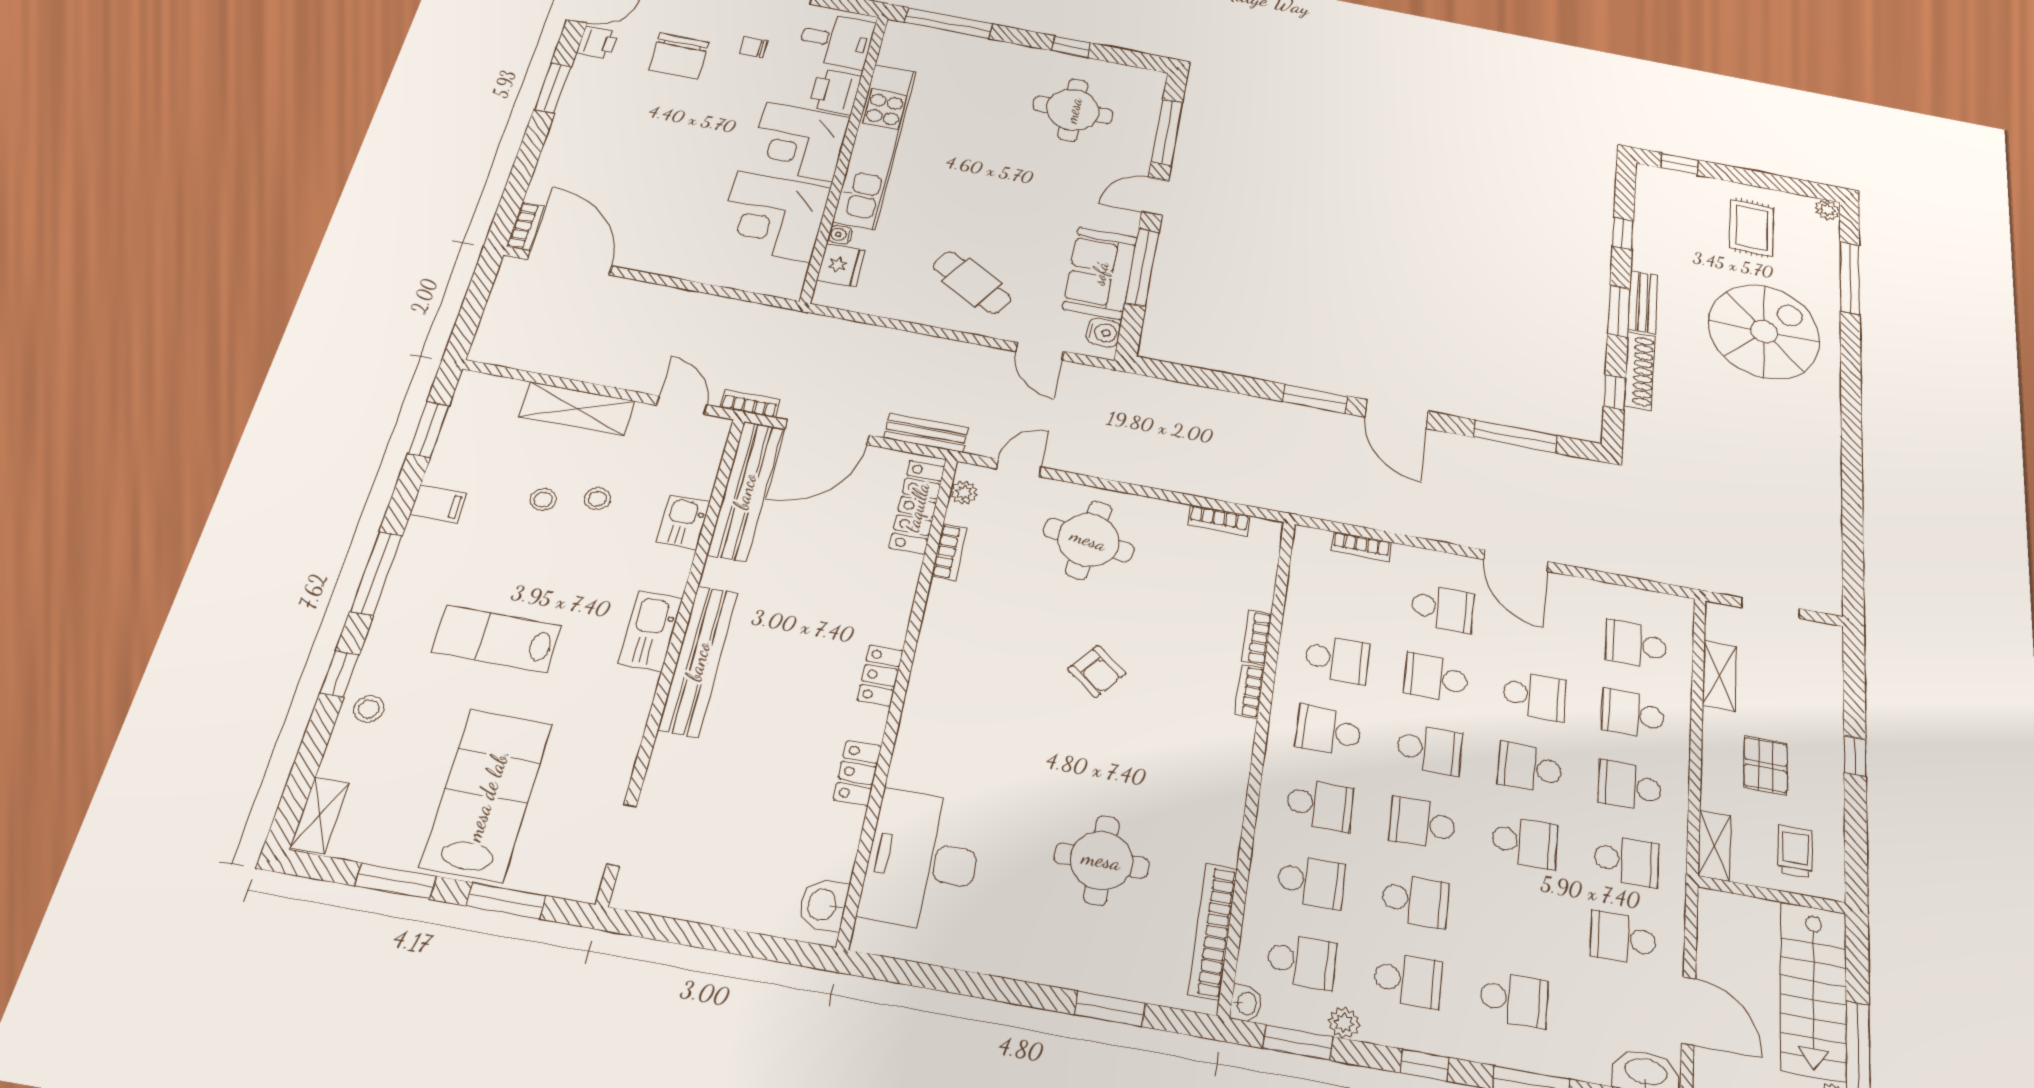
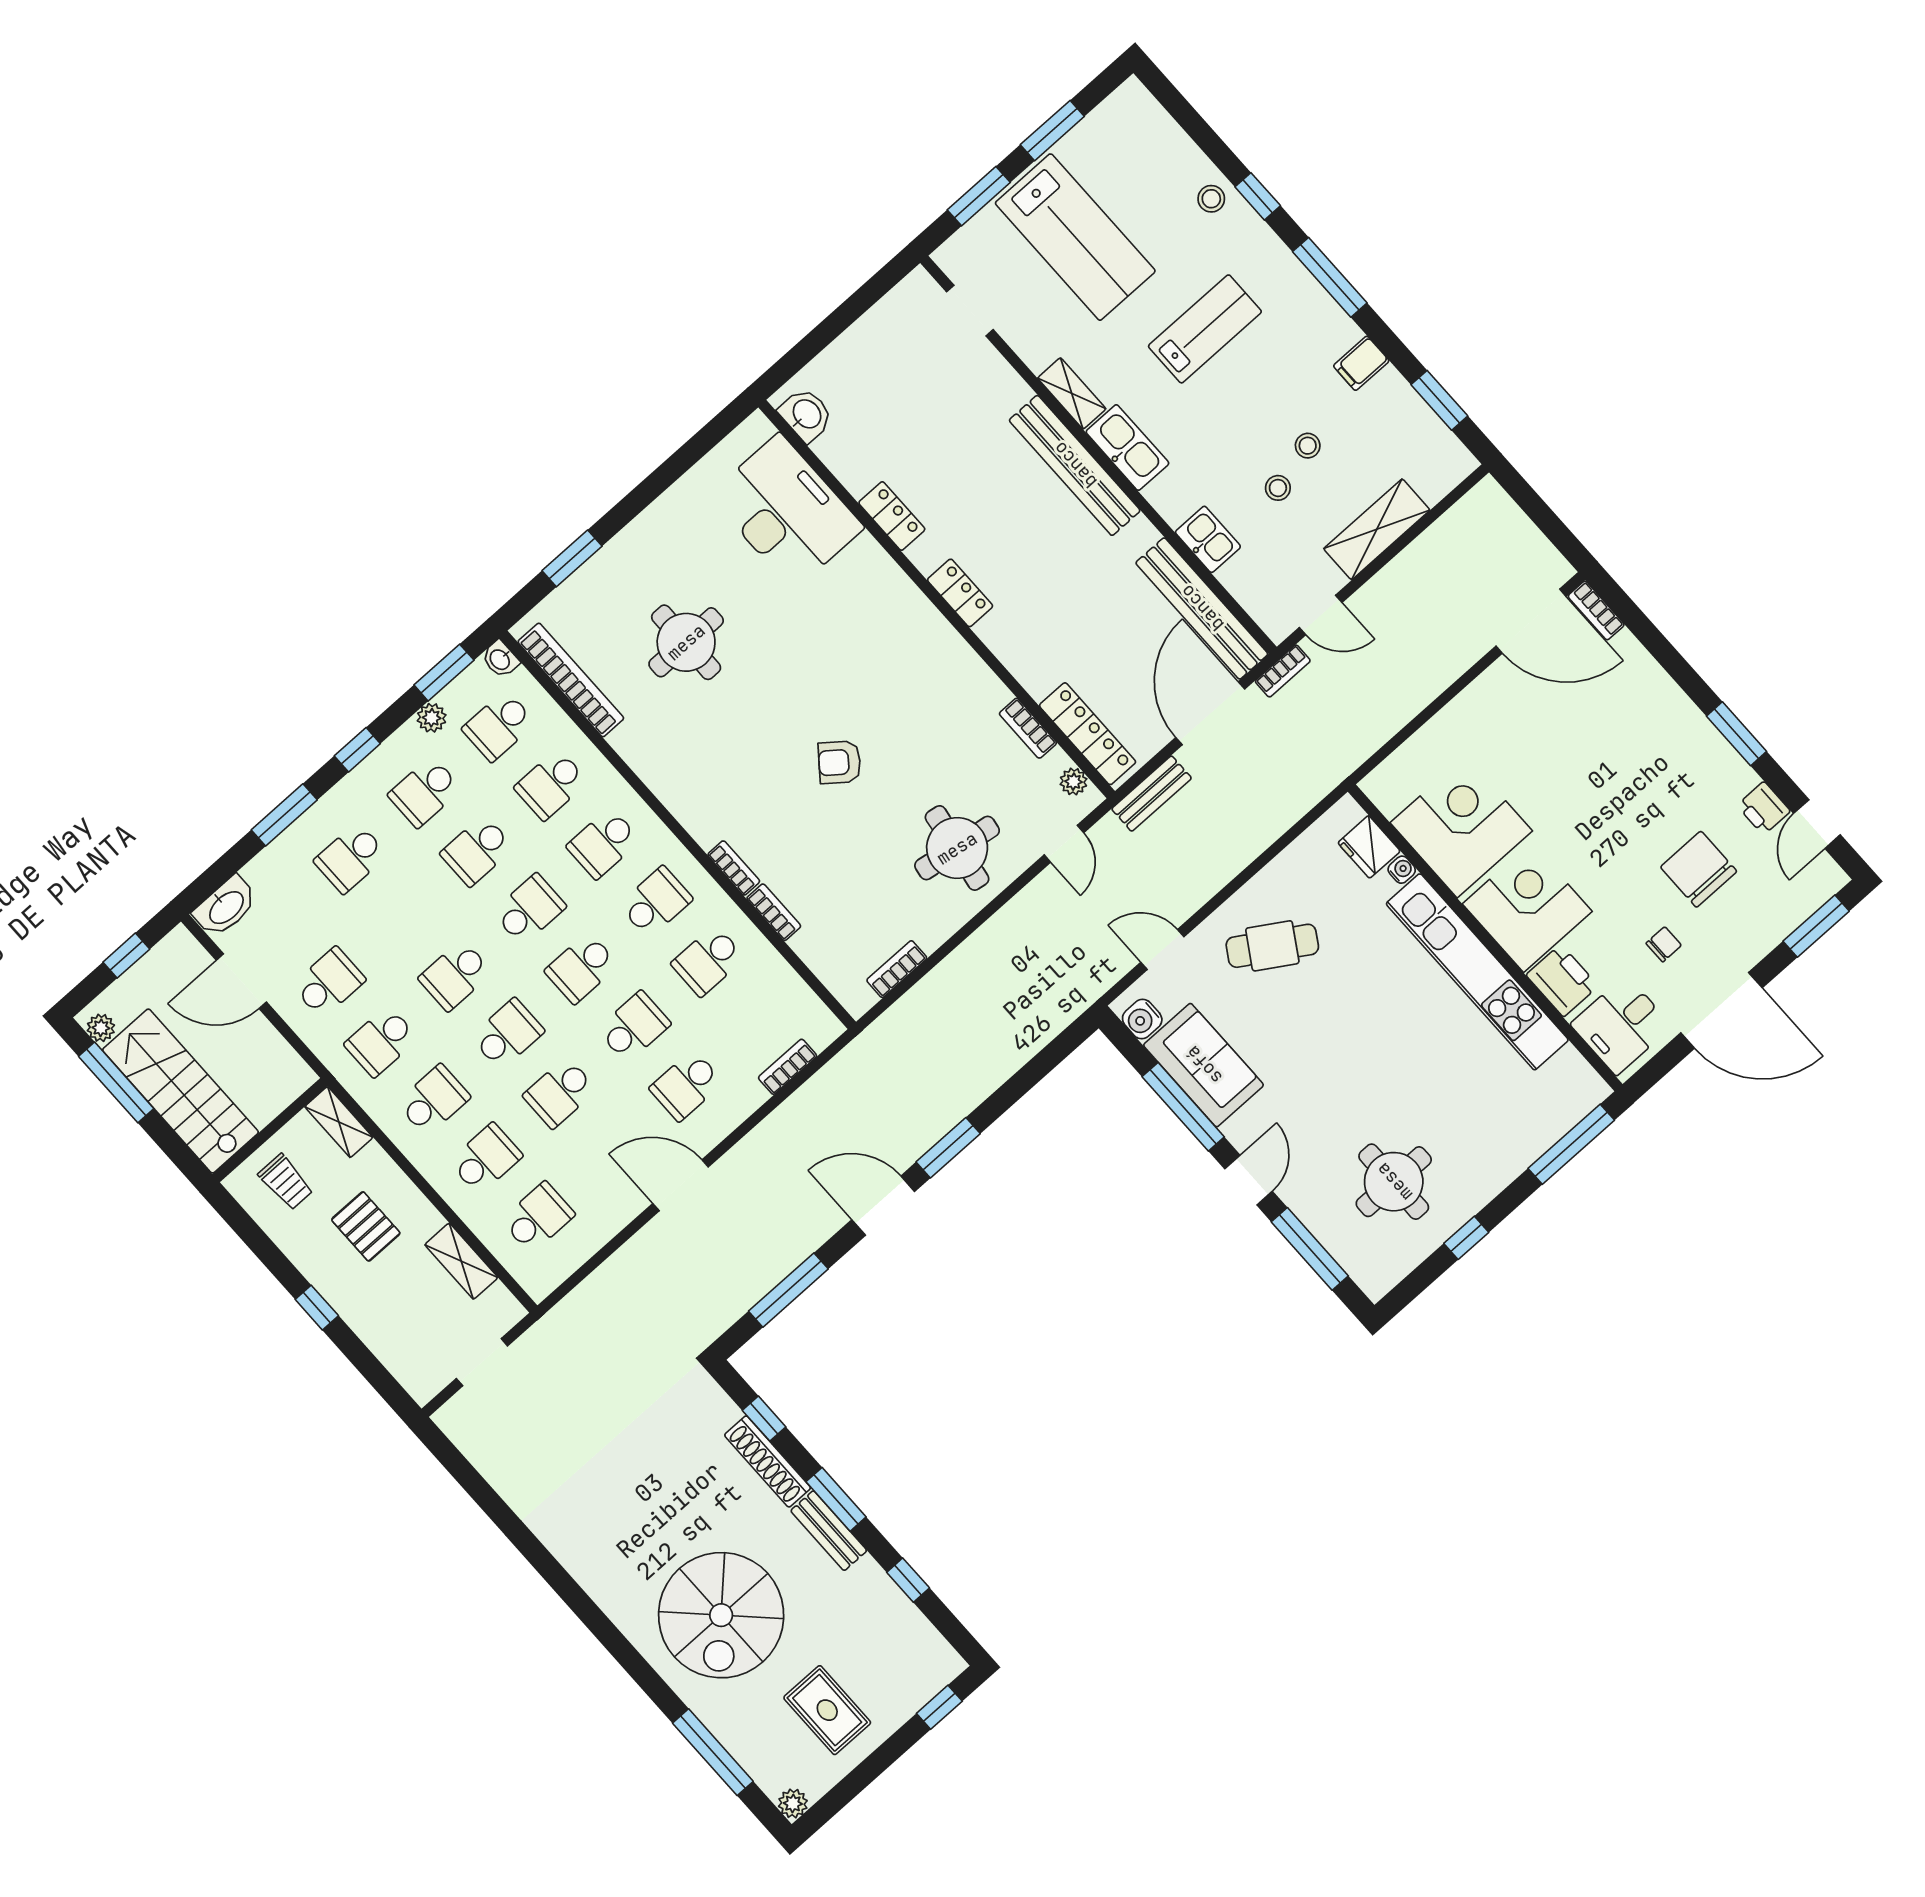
shelving: (320, 815) -> (1072, 393), moved

